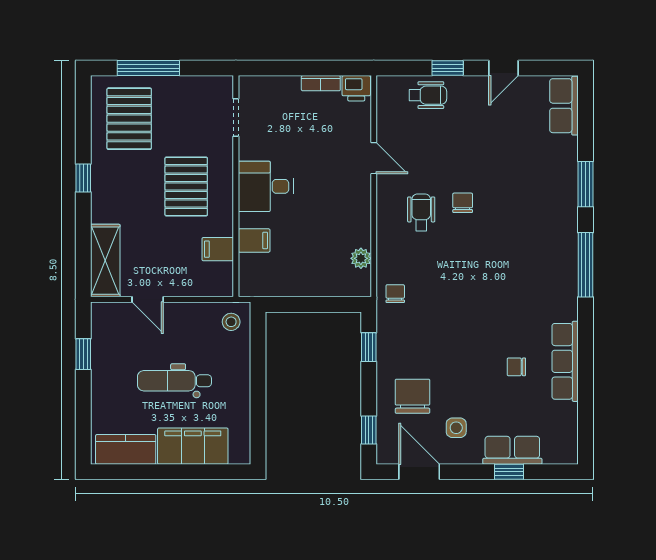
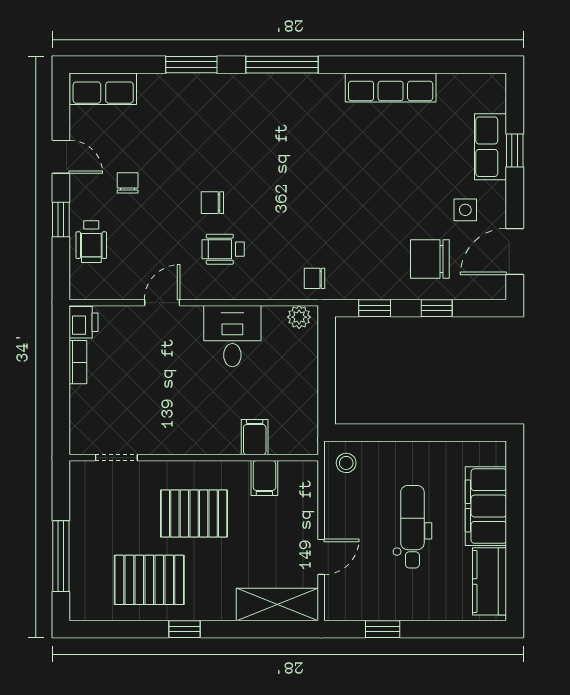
wheelchair: (428, 95) -> (91, 242), turned 180
pallet: (129, 119) -> (149, 580), moved
desk: (266, 186) -> (232, 336), moved, turned 180
plant: (361, 258) -> (299, 317), moved
chair: (516, 367) -> (128, 183), moved, turned 180
dental chair: (174, 381) -> (412, 527), turned 180
window: (369, 430) -> (437, 308), moved

